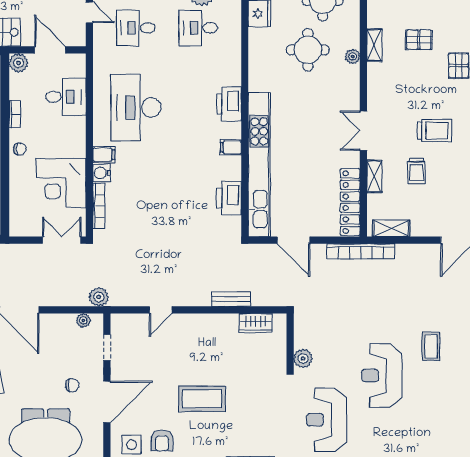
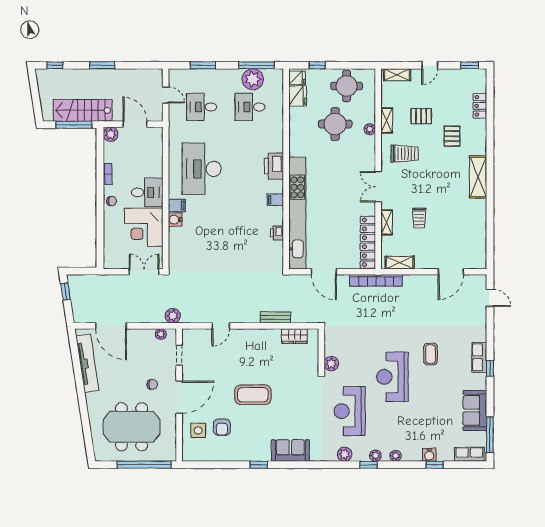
desk: (66, 97) -> (147, 192), moved
trolley: (434, 131) -> (405, 154), moved
printer: (229, 198) -> (277, 233), width x0.53, depth x0.68
bookcase: (99, 206) -> (173, 245), removed

